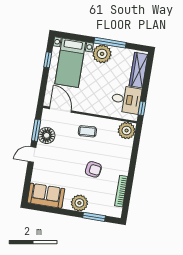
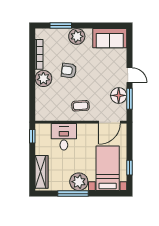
desk: (126, 100) -> (64, 137), moved, turned 90
door: (60, 110) -> (110, 122), hinge flipped
plant: (127, 130) -> (43, 78), moved
door: (32, 155) -> (129, 75), hinge flipped

